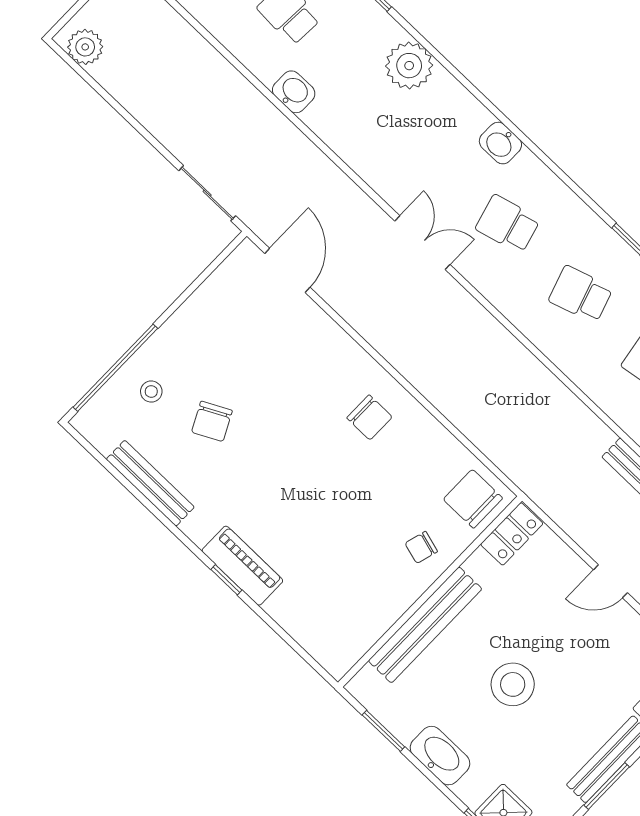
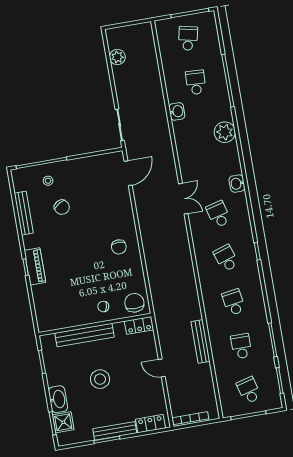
plant: (85, 47) -> (117, 57), moved
chair: (212, 421) -> (62, 207), turned -94
washbasin: (440, 756) -> (58, 399), moved

